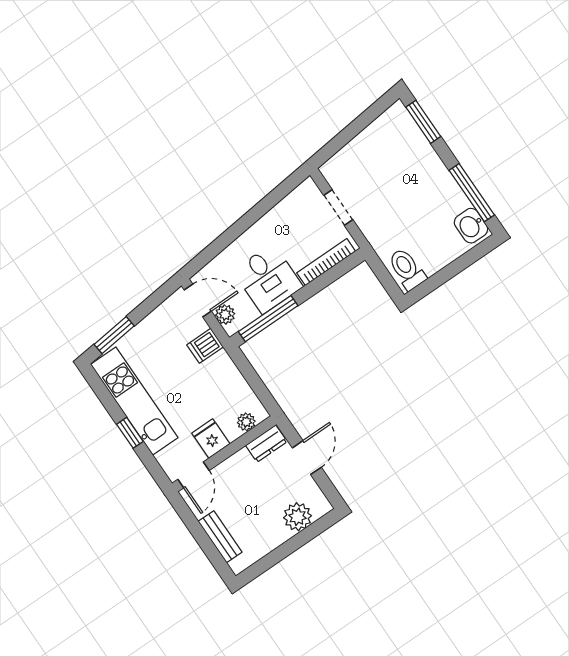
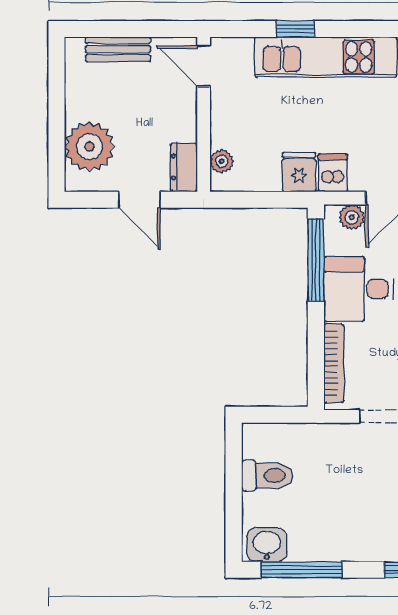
toilet: (407, 269) -> (267, 476), moved
fridge: (211, 439) -> (299, 172), moved, turned -90
plant: (298, 517) -> (89, 147), width x1.36, depth x1.36

